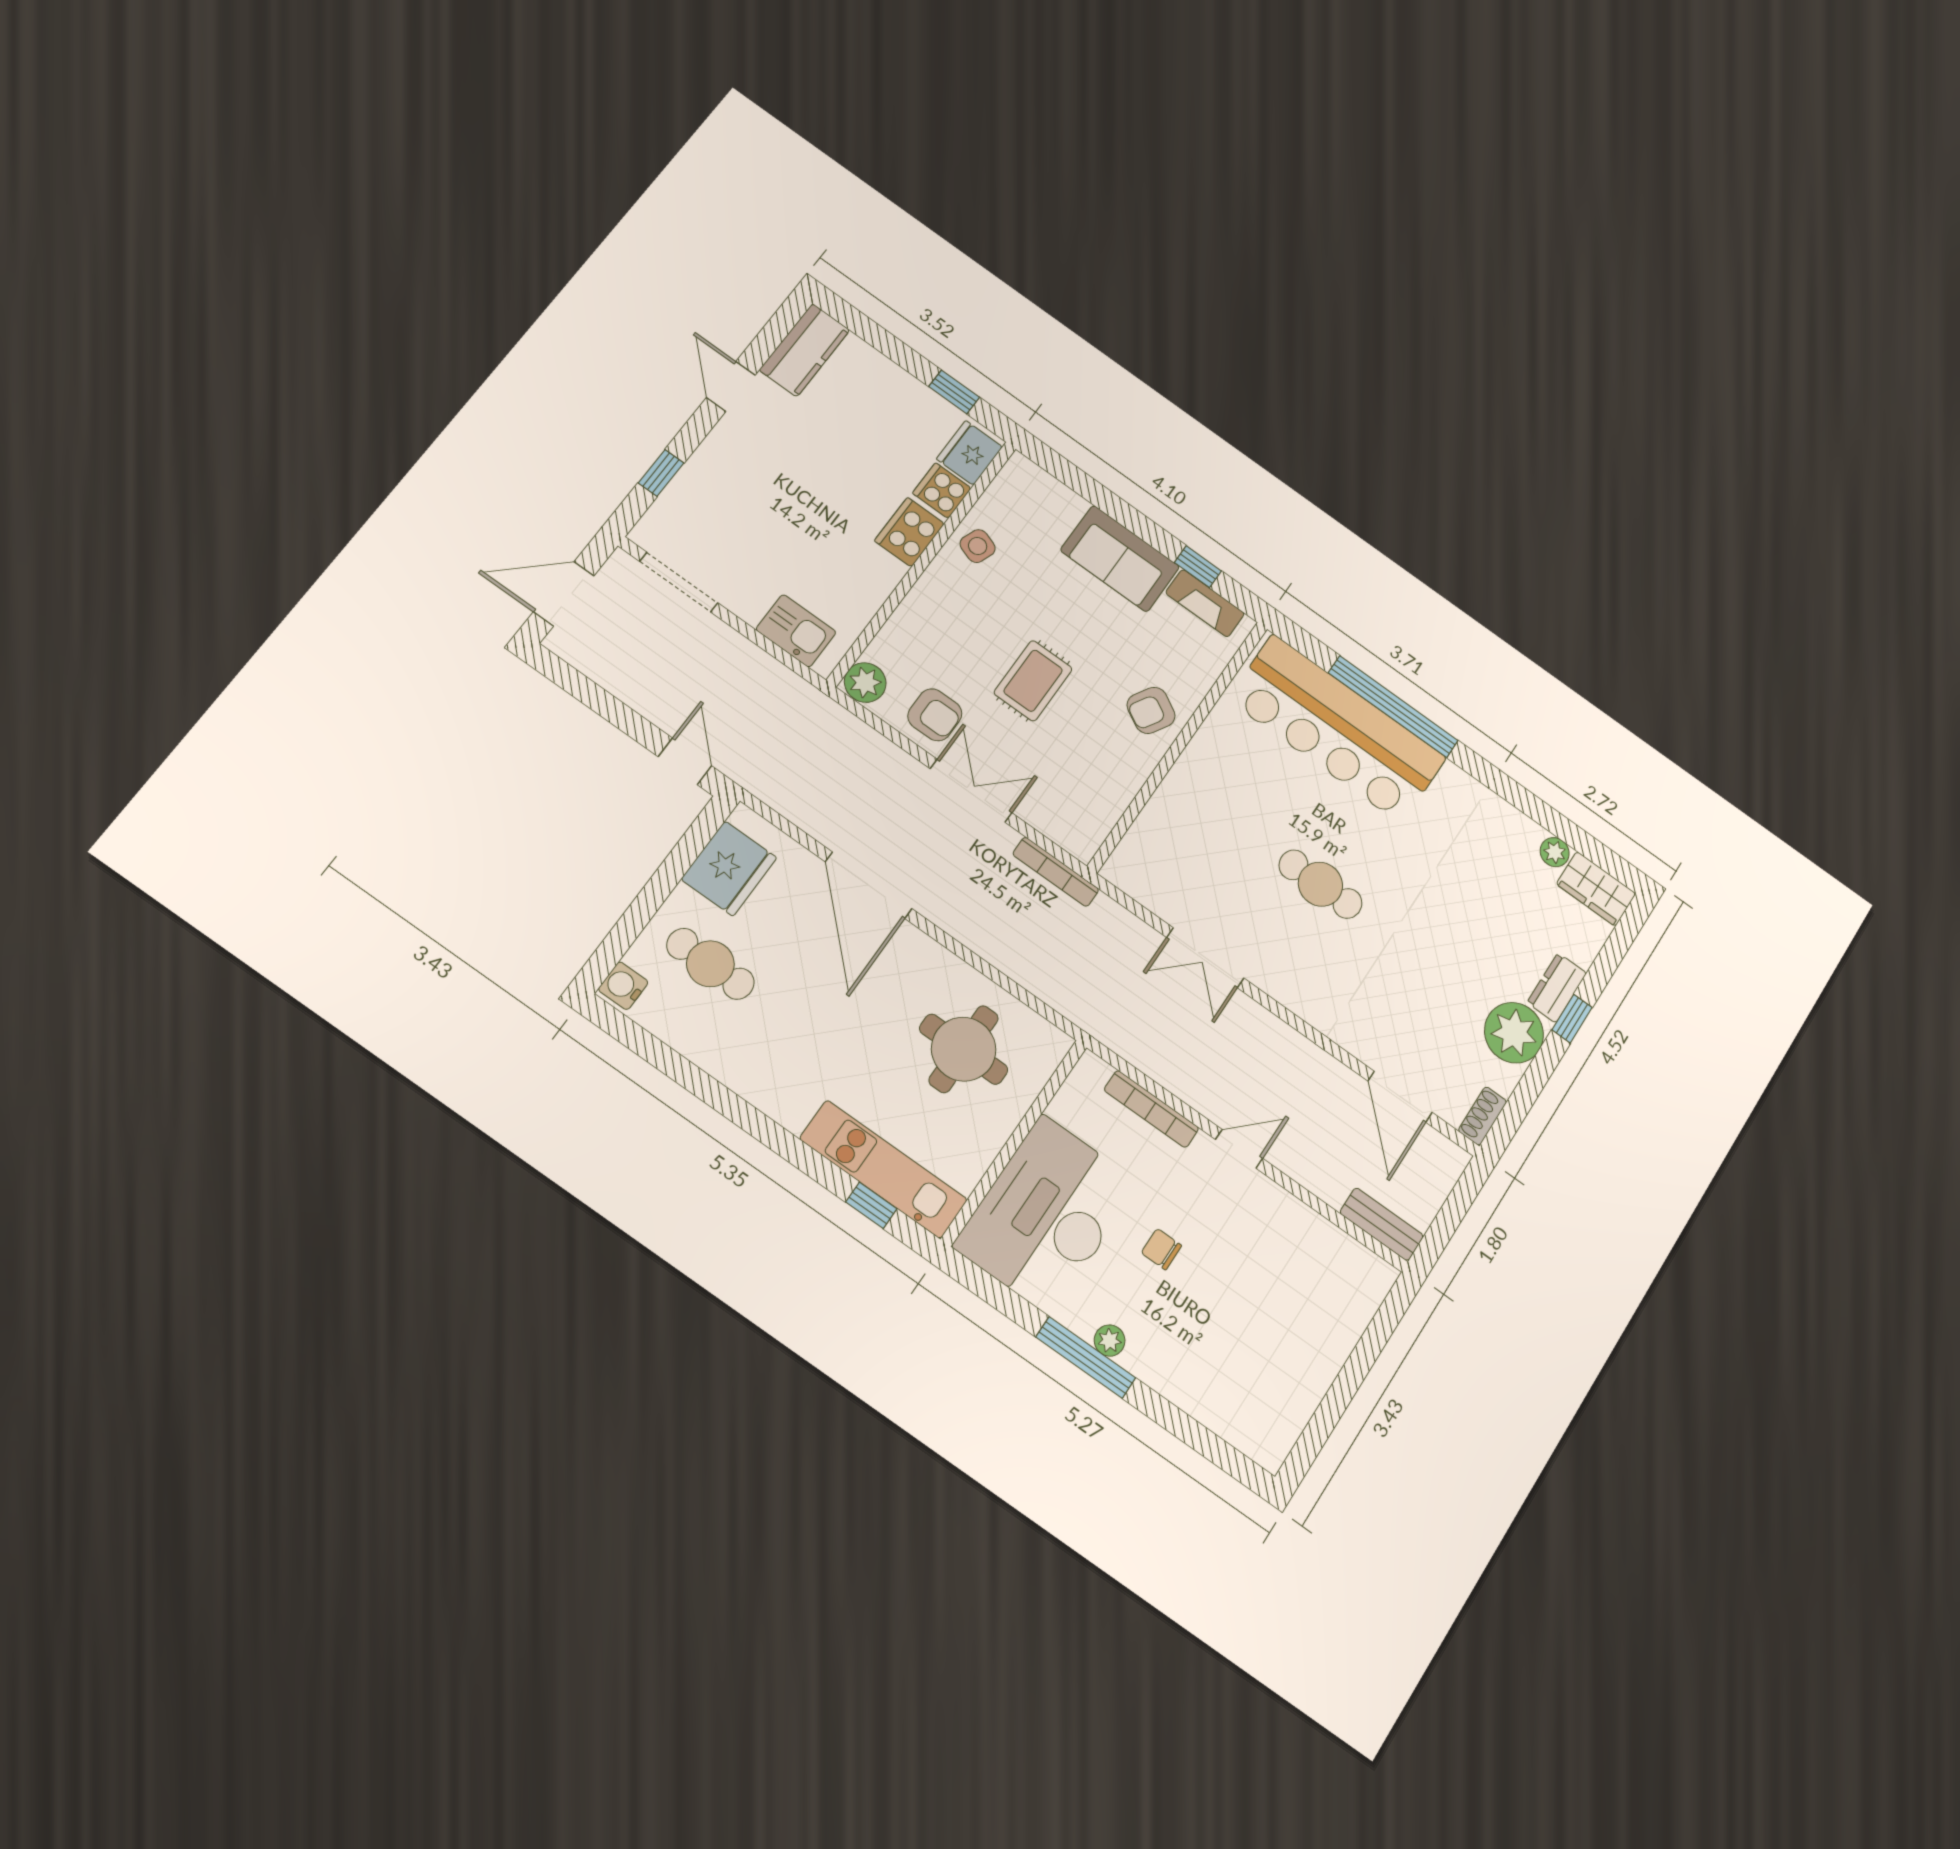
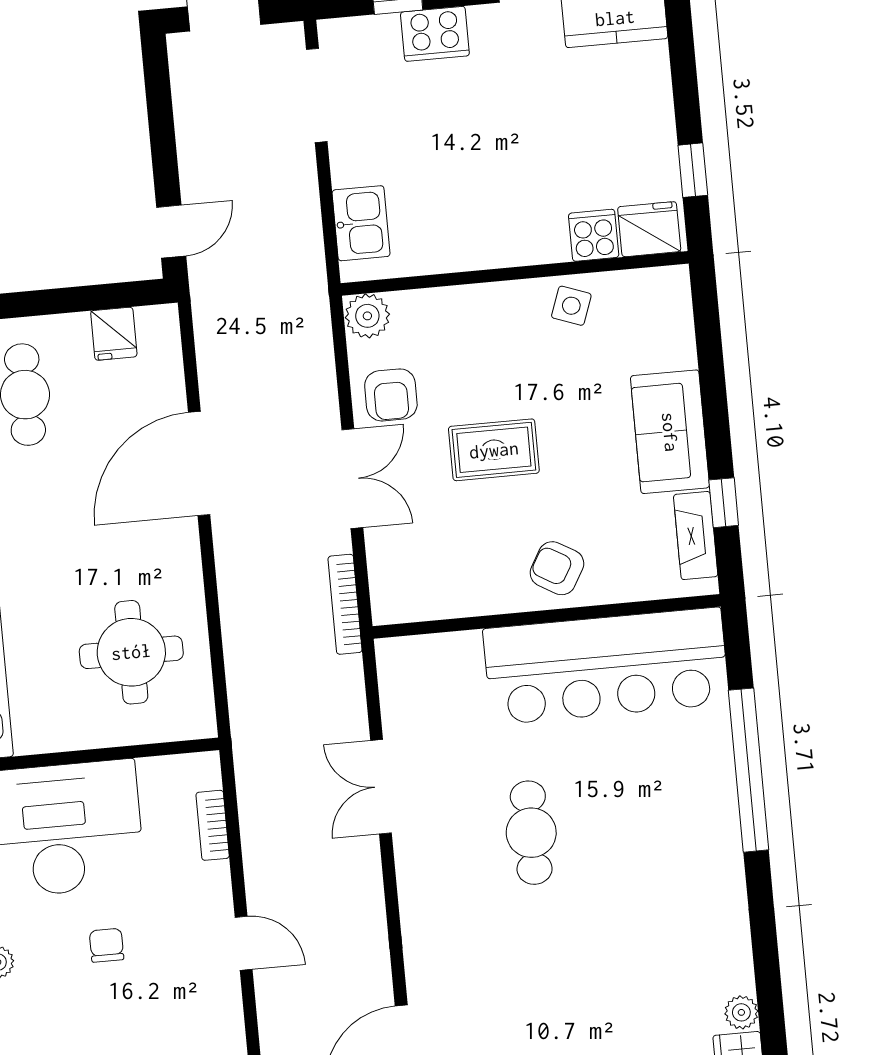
cooker: (909, 532) -> (435, 34), moved, turned 180
bar counter: (1337, 729) -> (606, 666), moved, turned -90
fridge: (729, 868) -> (114, 334), width x0.53, depth x0.75
bookcase: (1151, 1109) -> (213, 825), width x0.64

